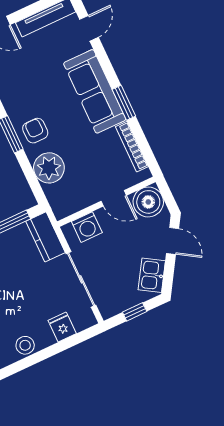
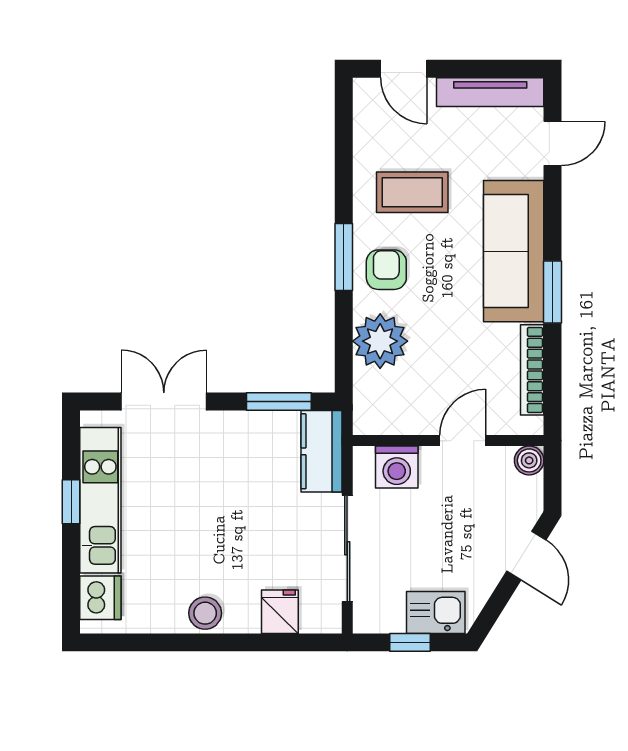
coffee table: (30, 86) -> (412, 192), added
door: (114, 198) -> (463, 441), swing flipped
boiler: (148, 202) -> (529, 460), width x0.54, depth x0.54
kitchen sink: (152, 275) -> (436, 612), moved, turned 58

